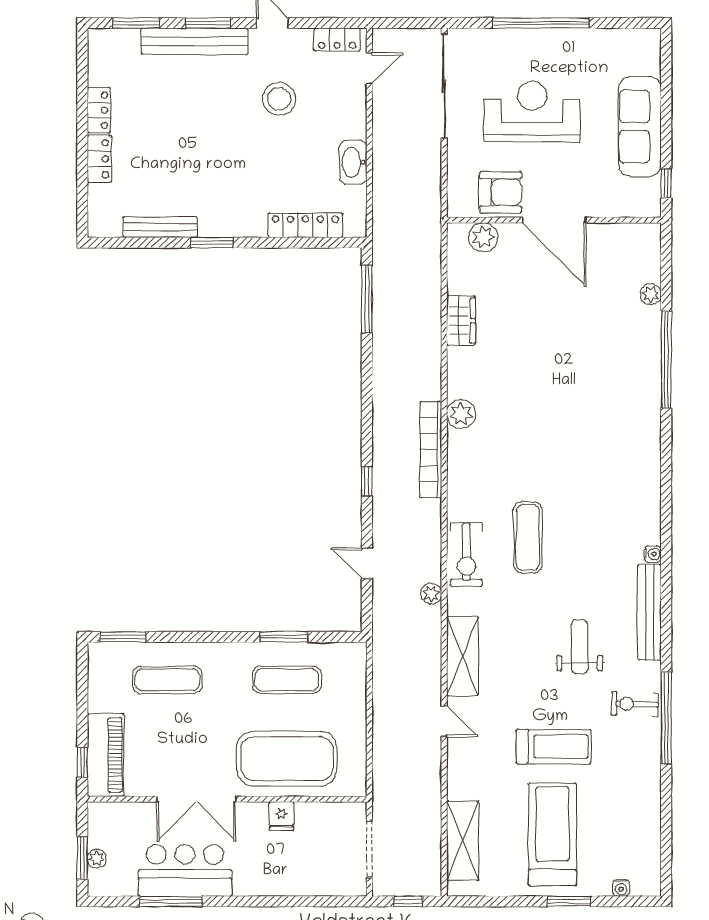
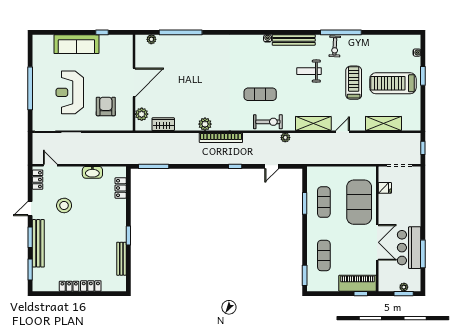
door: (554, 220) -> (134, 82), moved
wall: (554, 220) -> (134, 83), moved
locker: (305, 225) -> (121, 188), width x0.66
plant: (483, 237) -> (142, 114), moved
fridge: (281, 816) -> (385, 188), moved
shelving: (463, 841) -> (383, 123), moved

